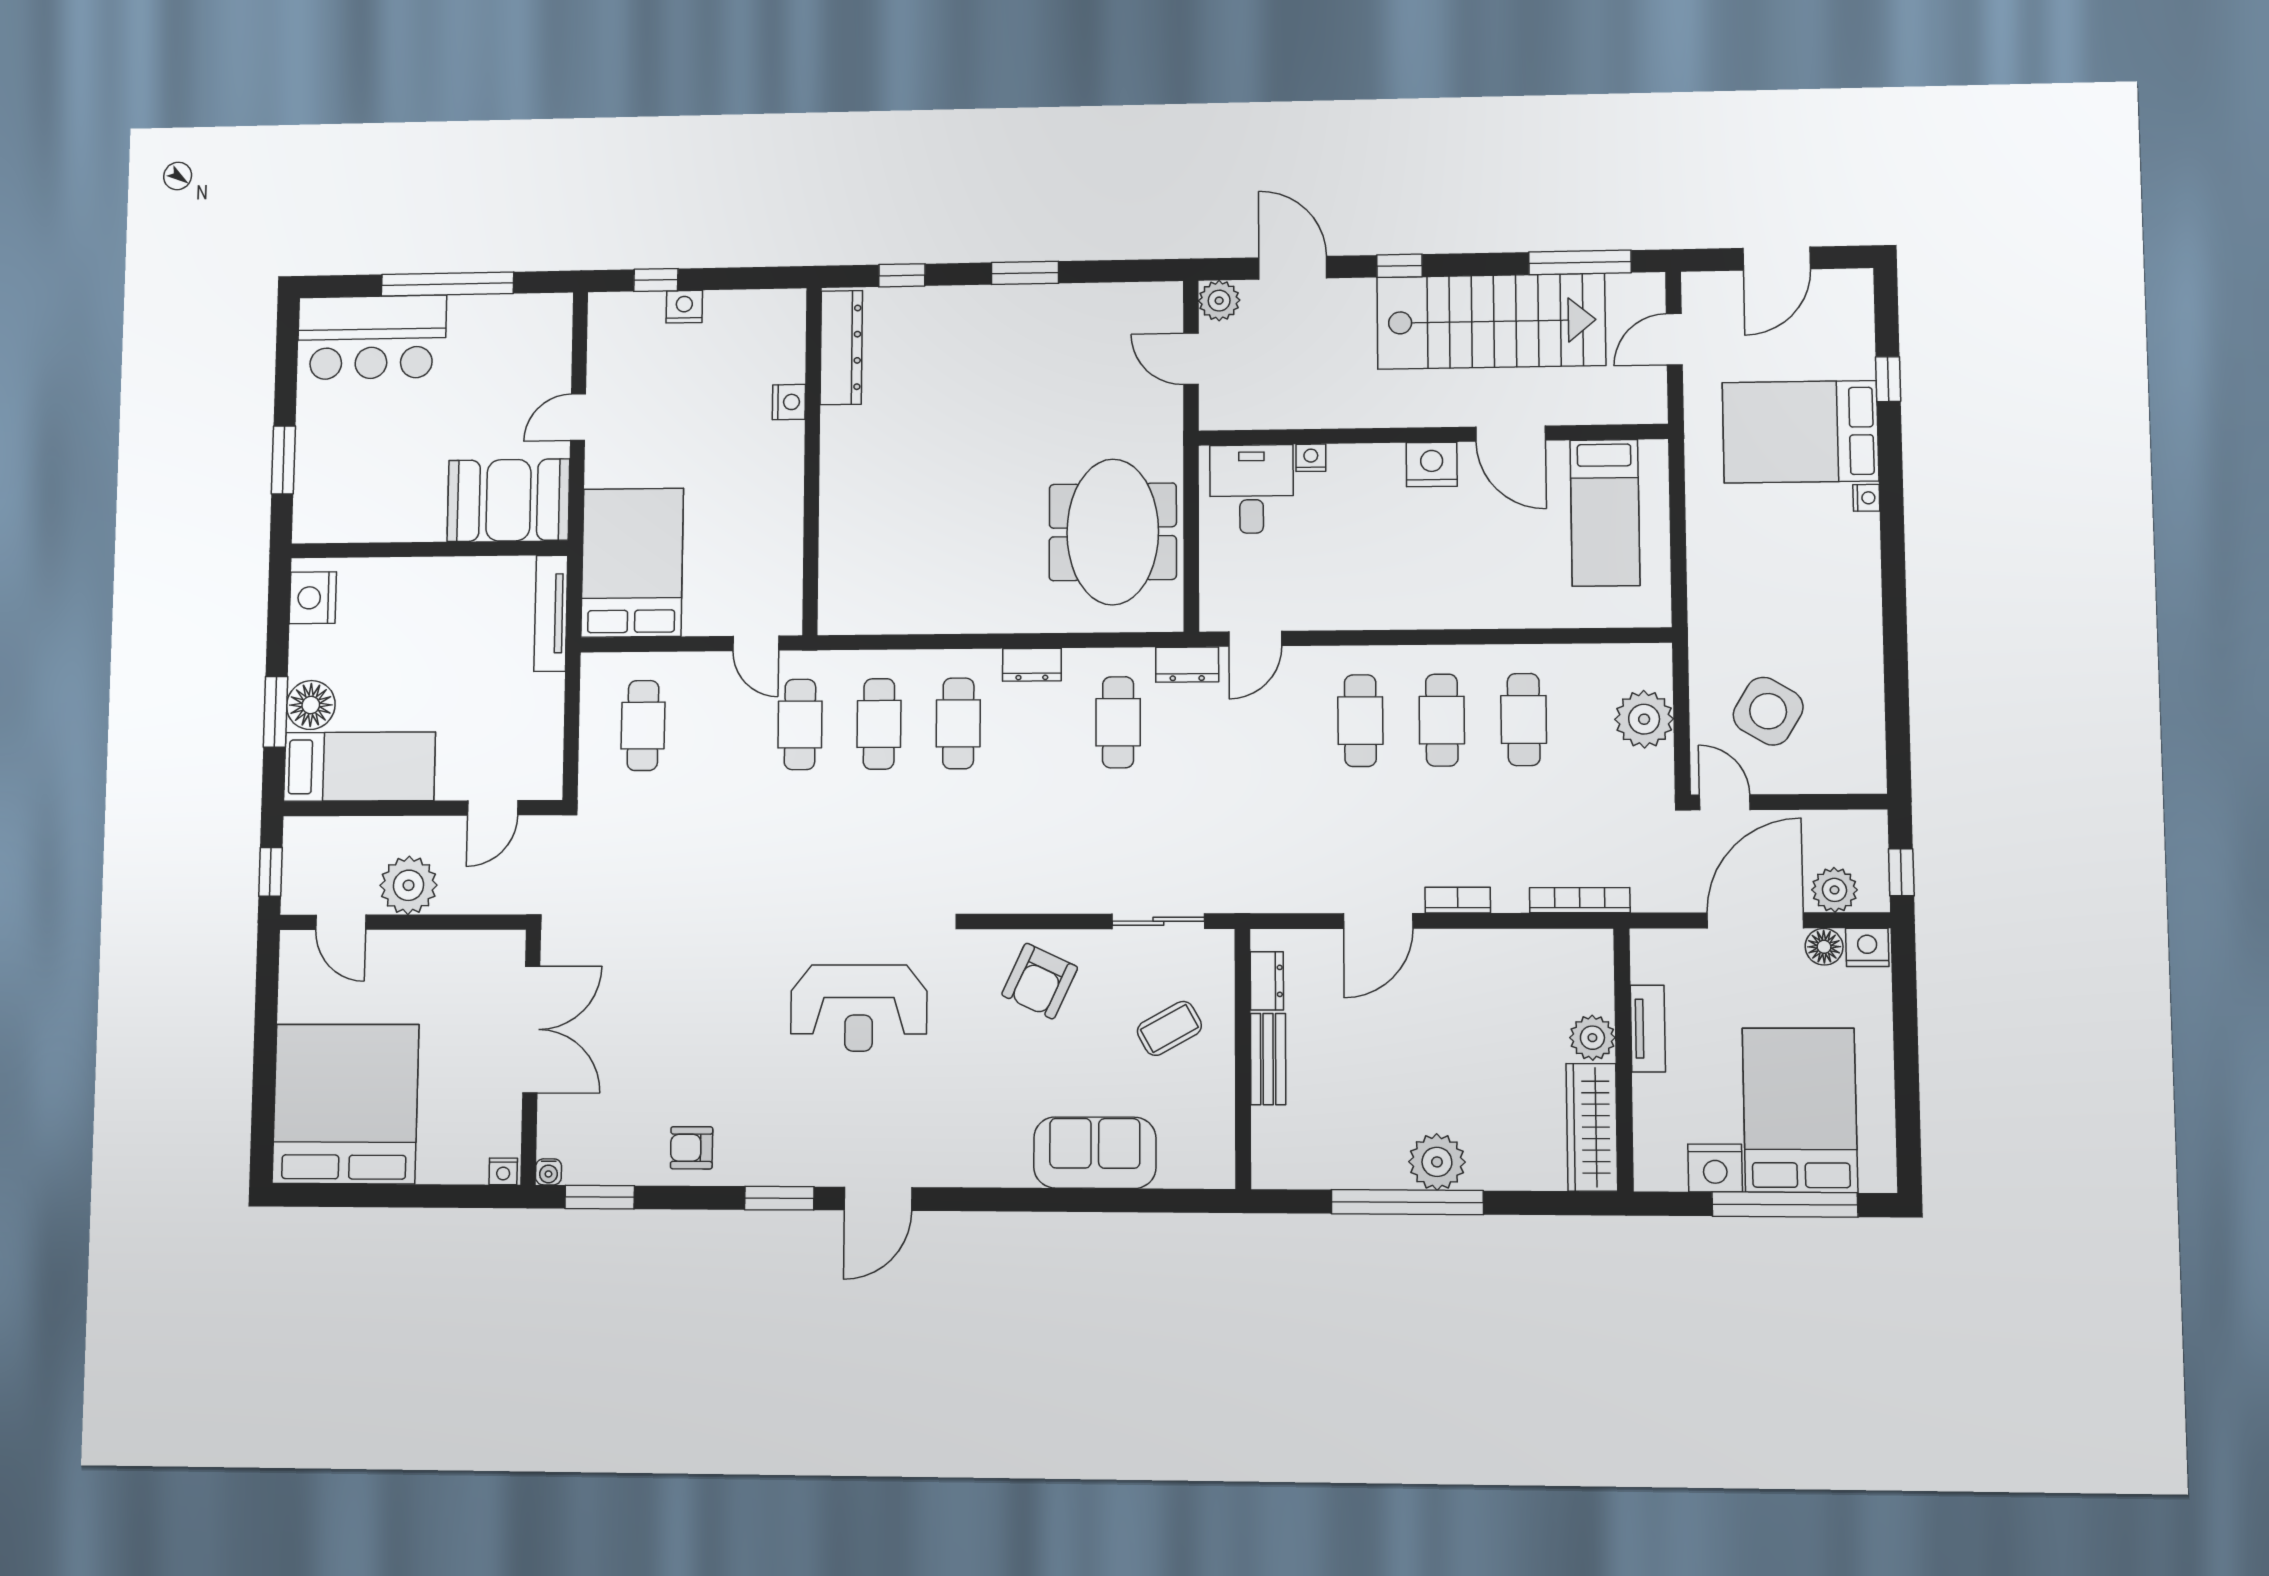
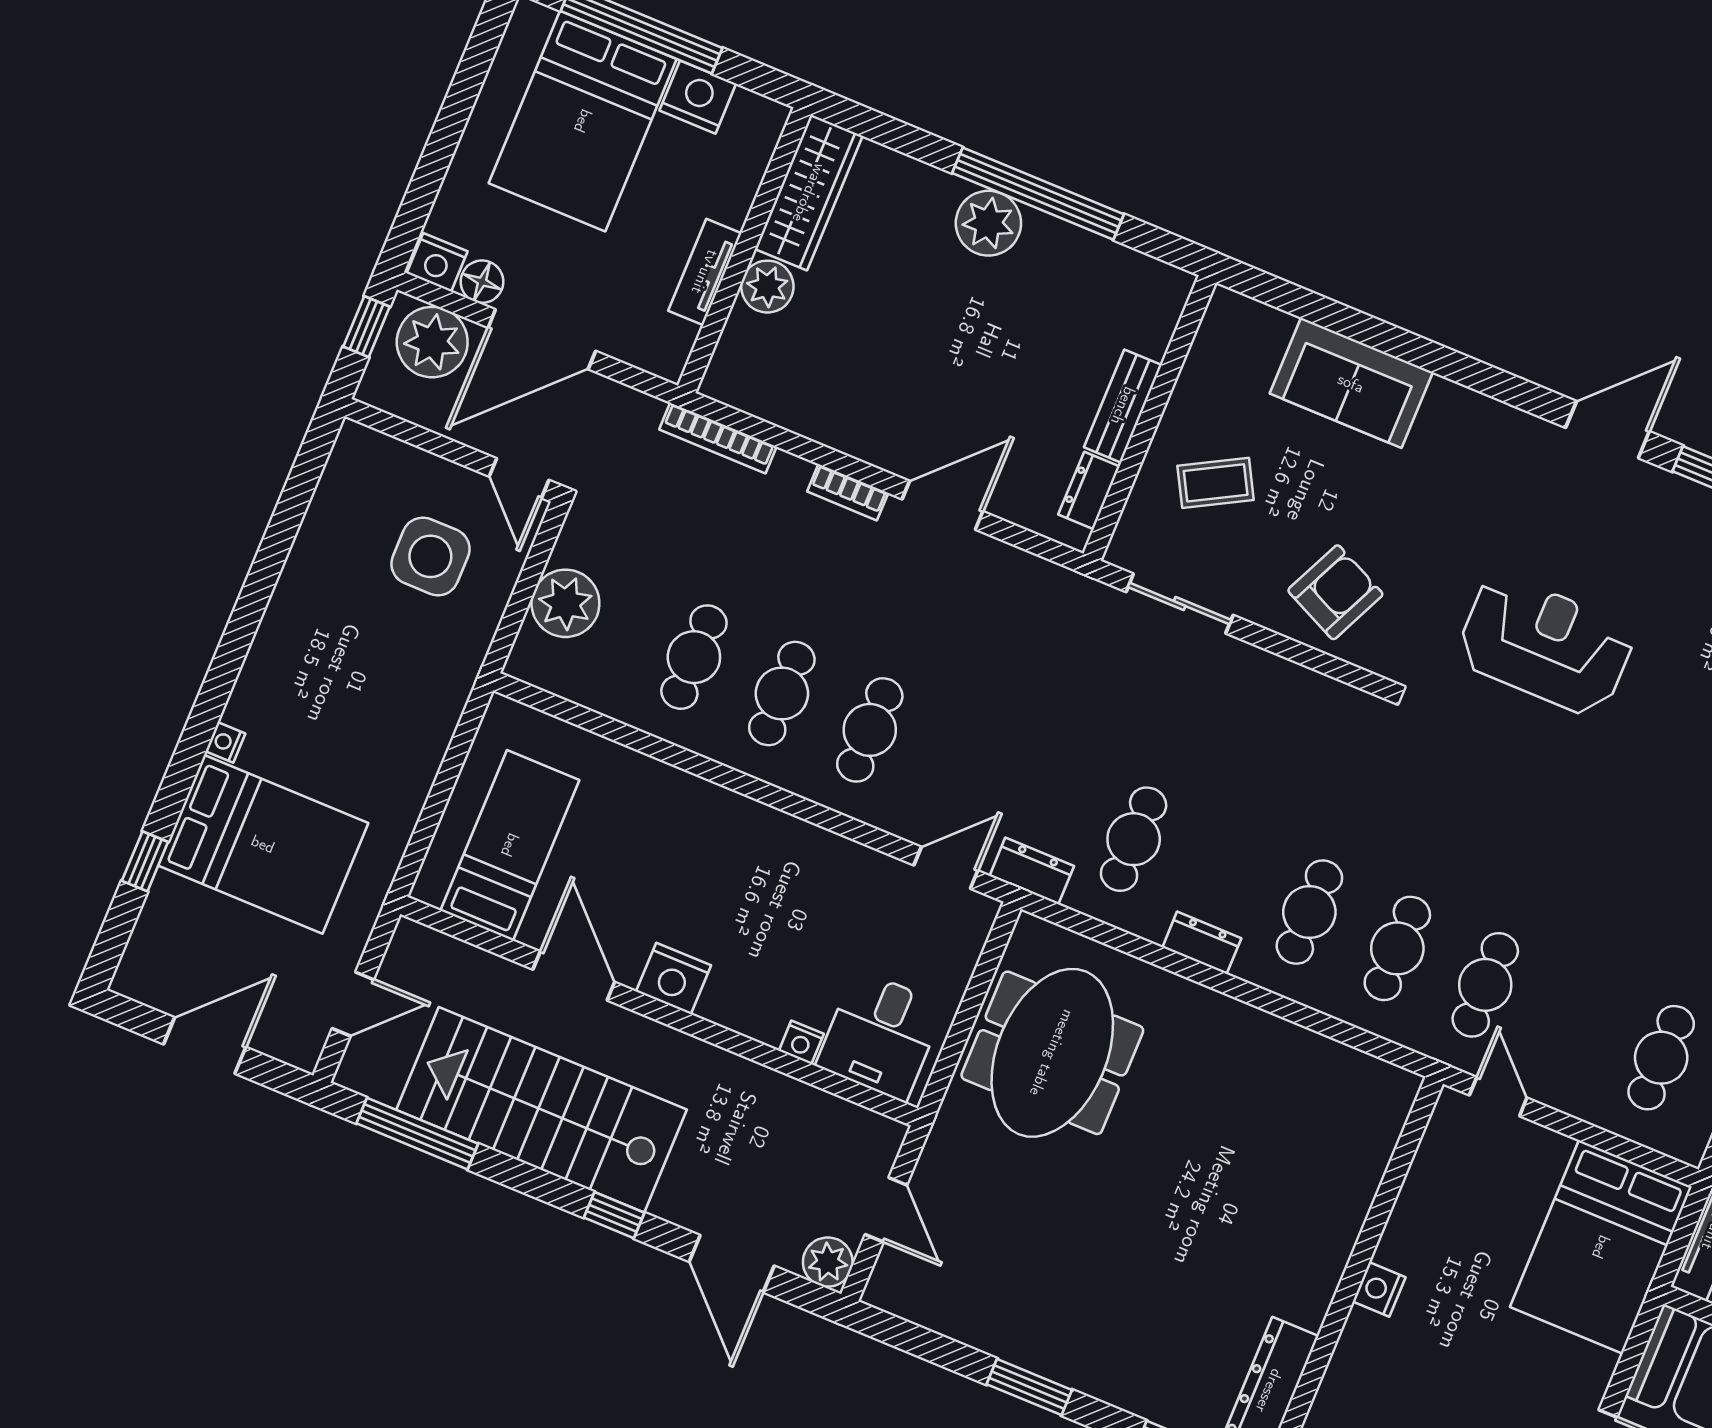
nightstand: (789, 402) -> (1379, 1289), moved
side table: (1768, 711) -> (430, 556), turned -31
plant: (1835, 890) -> (432, 342), width x1.36, depth x1.36

